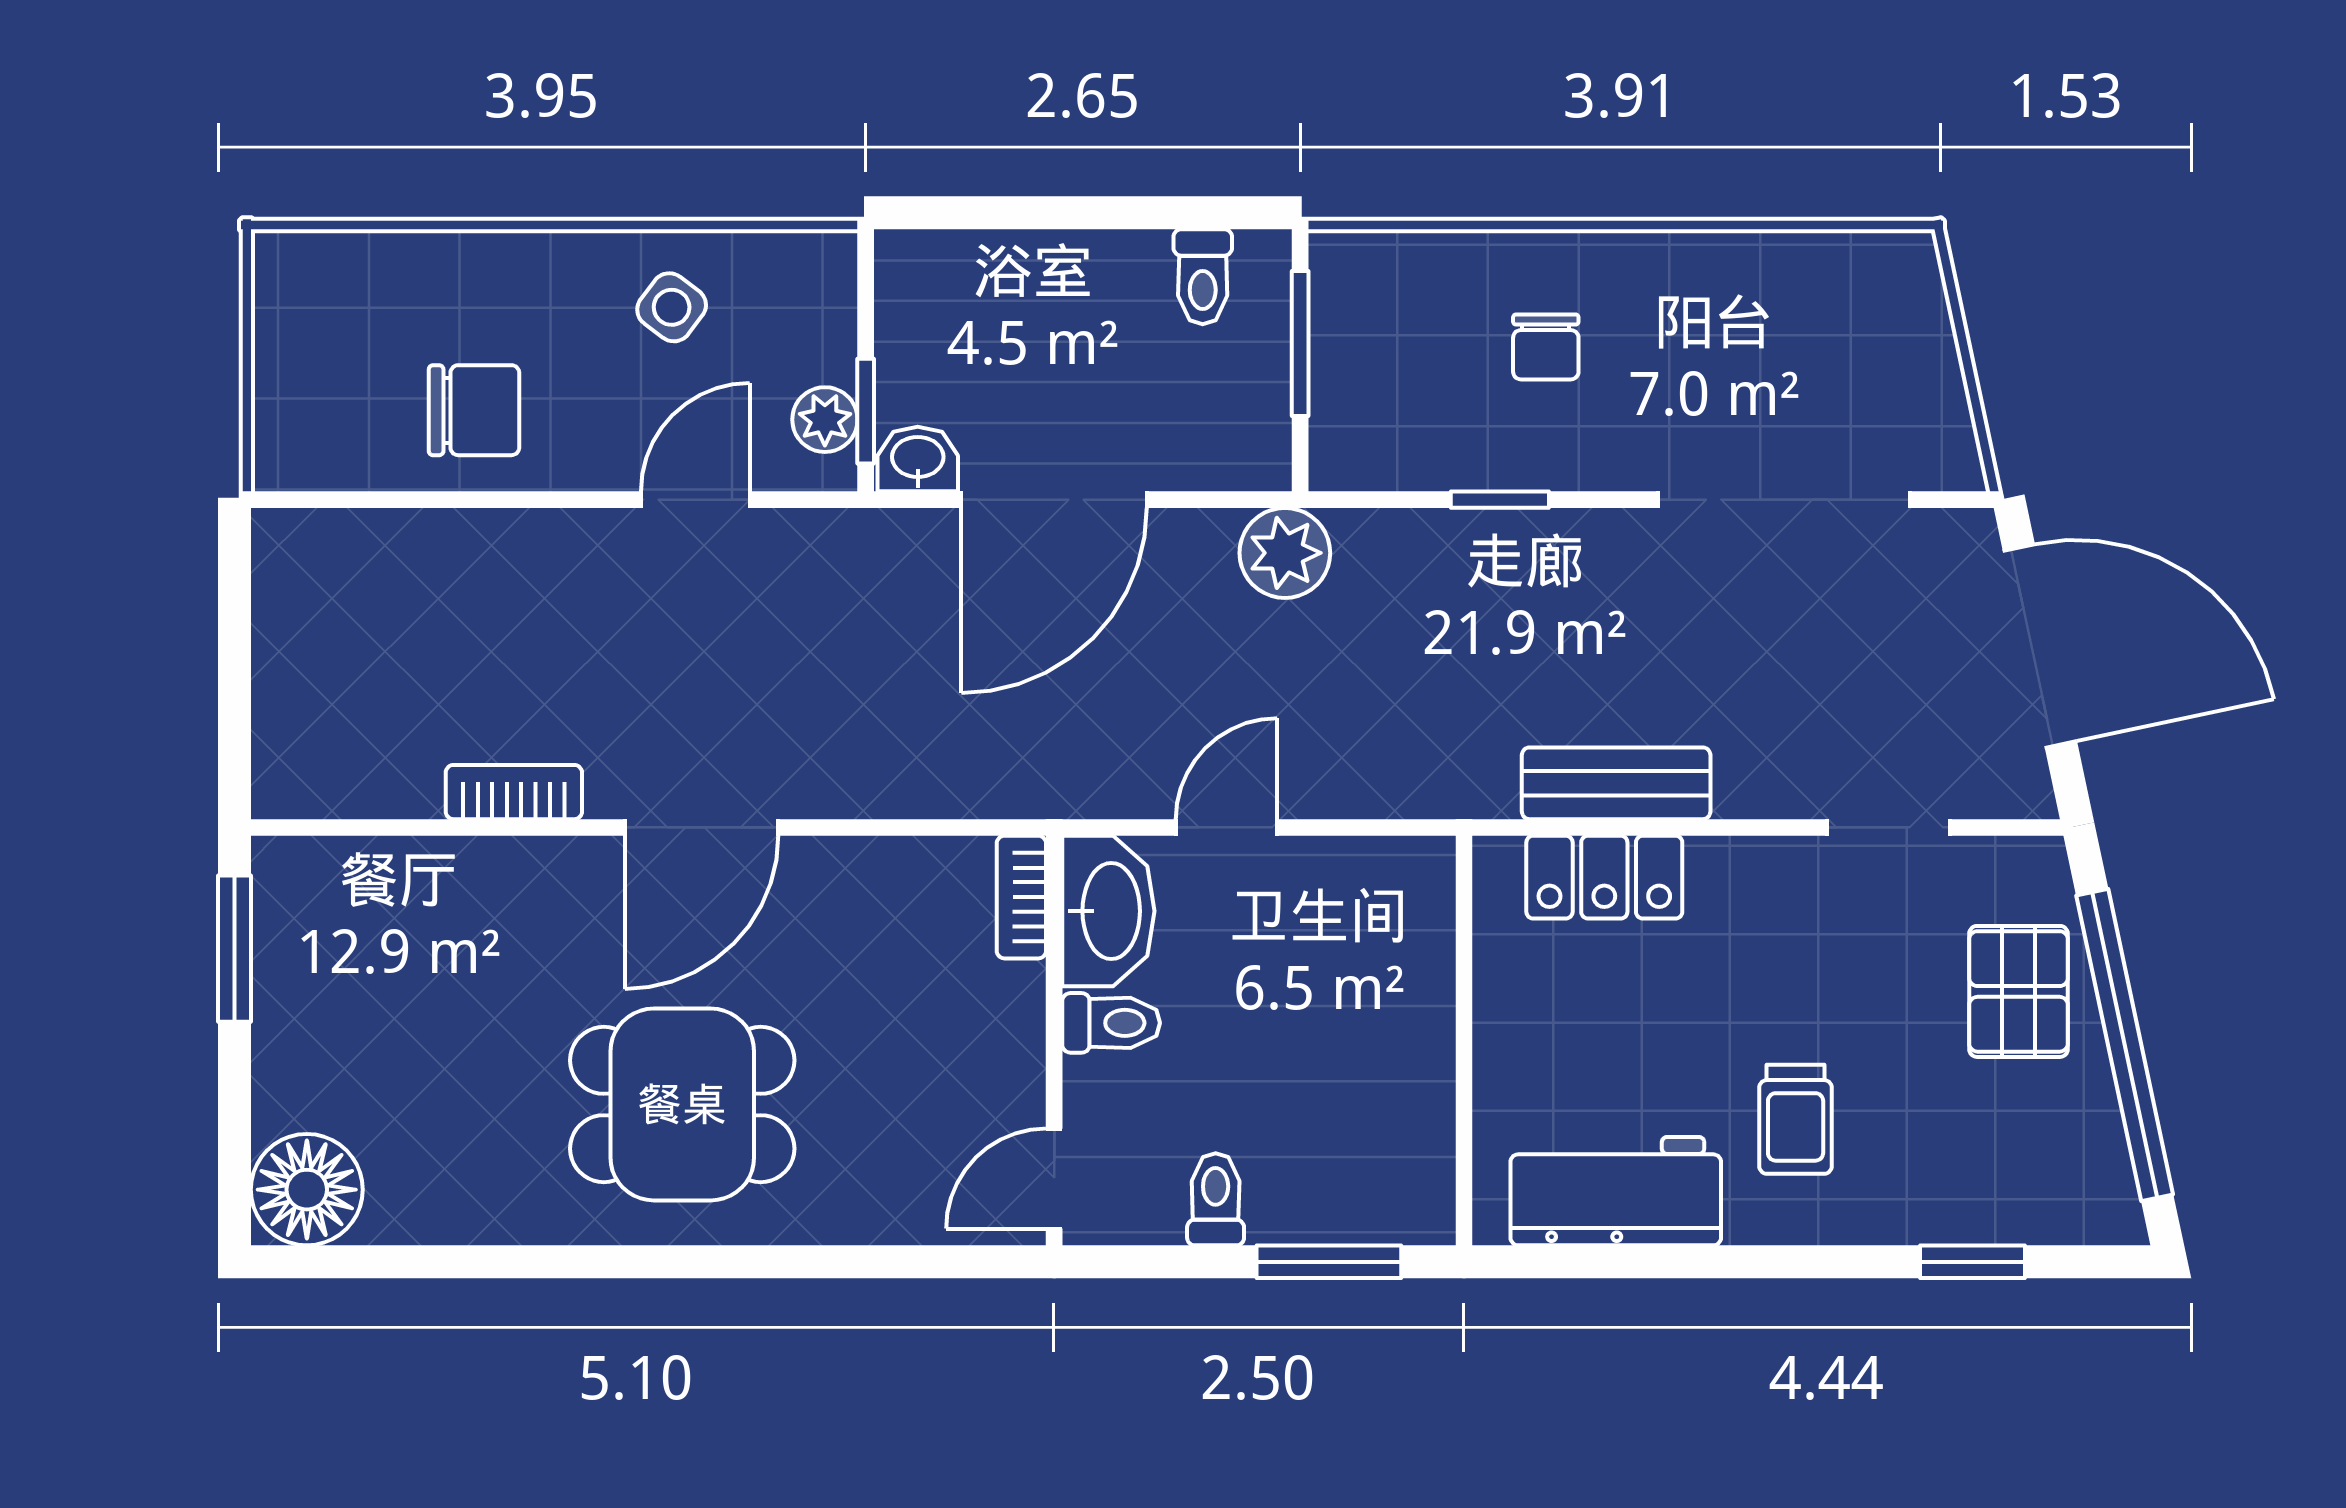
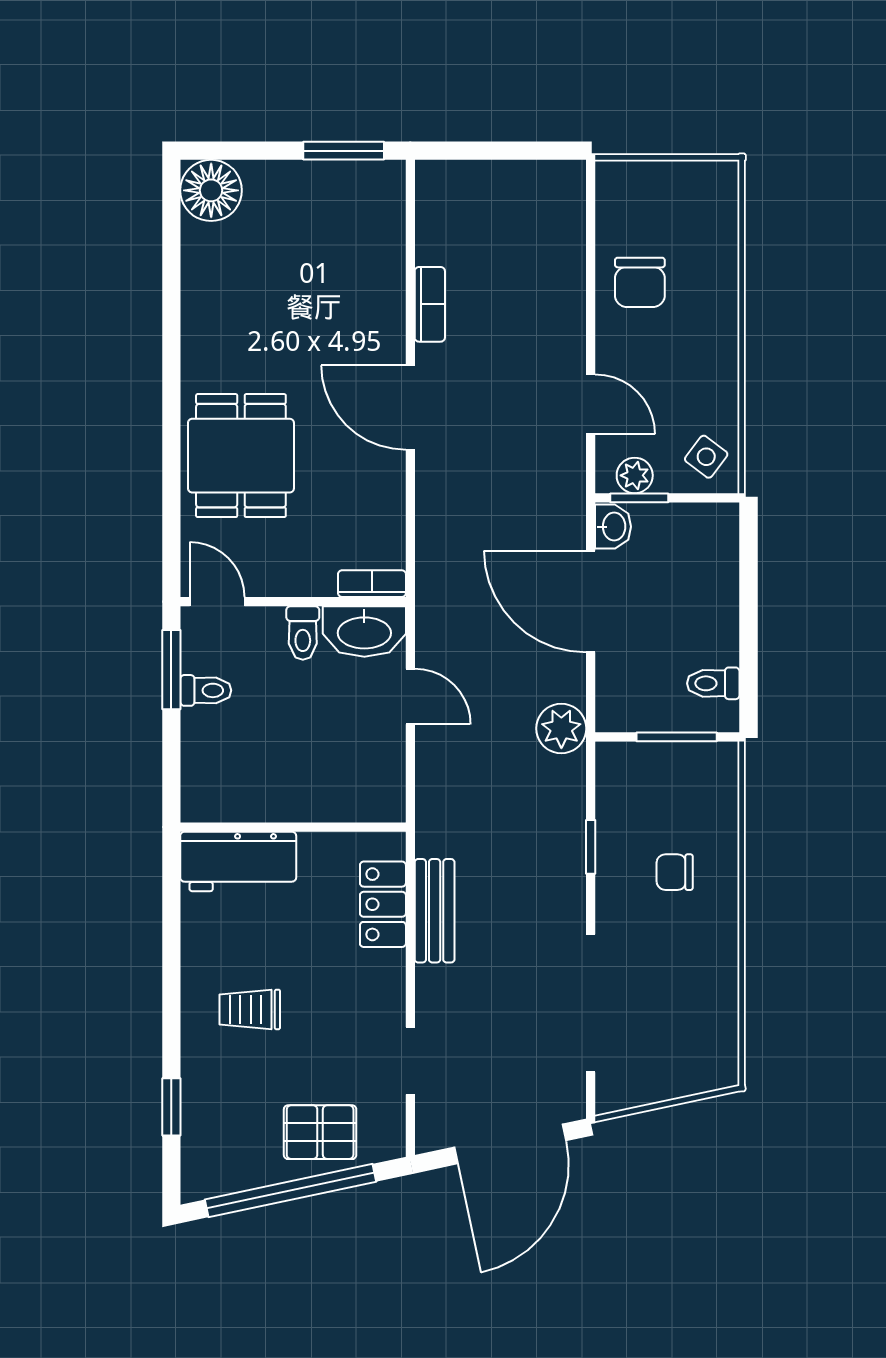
side table: (672, 307) -> (706, 457), moved
dining table: (682, 1104) -> (241, 456), moved
workbench: (1616, 1191) -> (238, 861), moved, turned 90
window: (1329, 1262) -> (171, 670), moved

